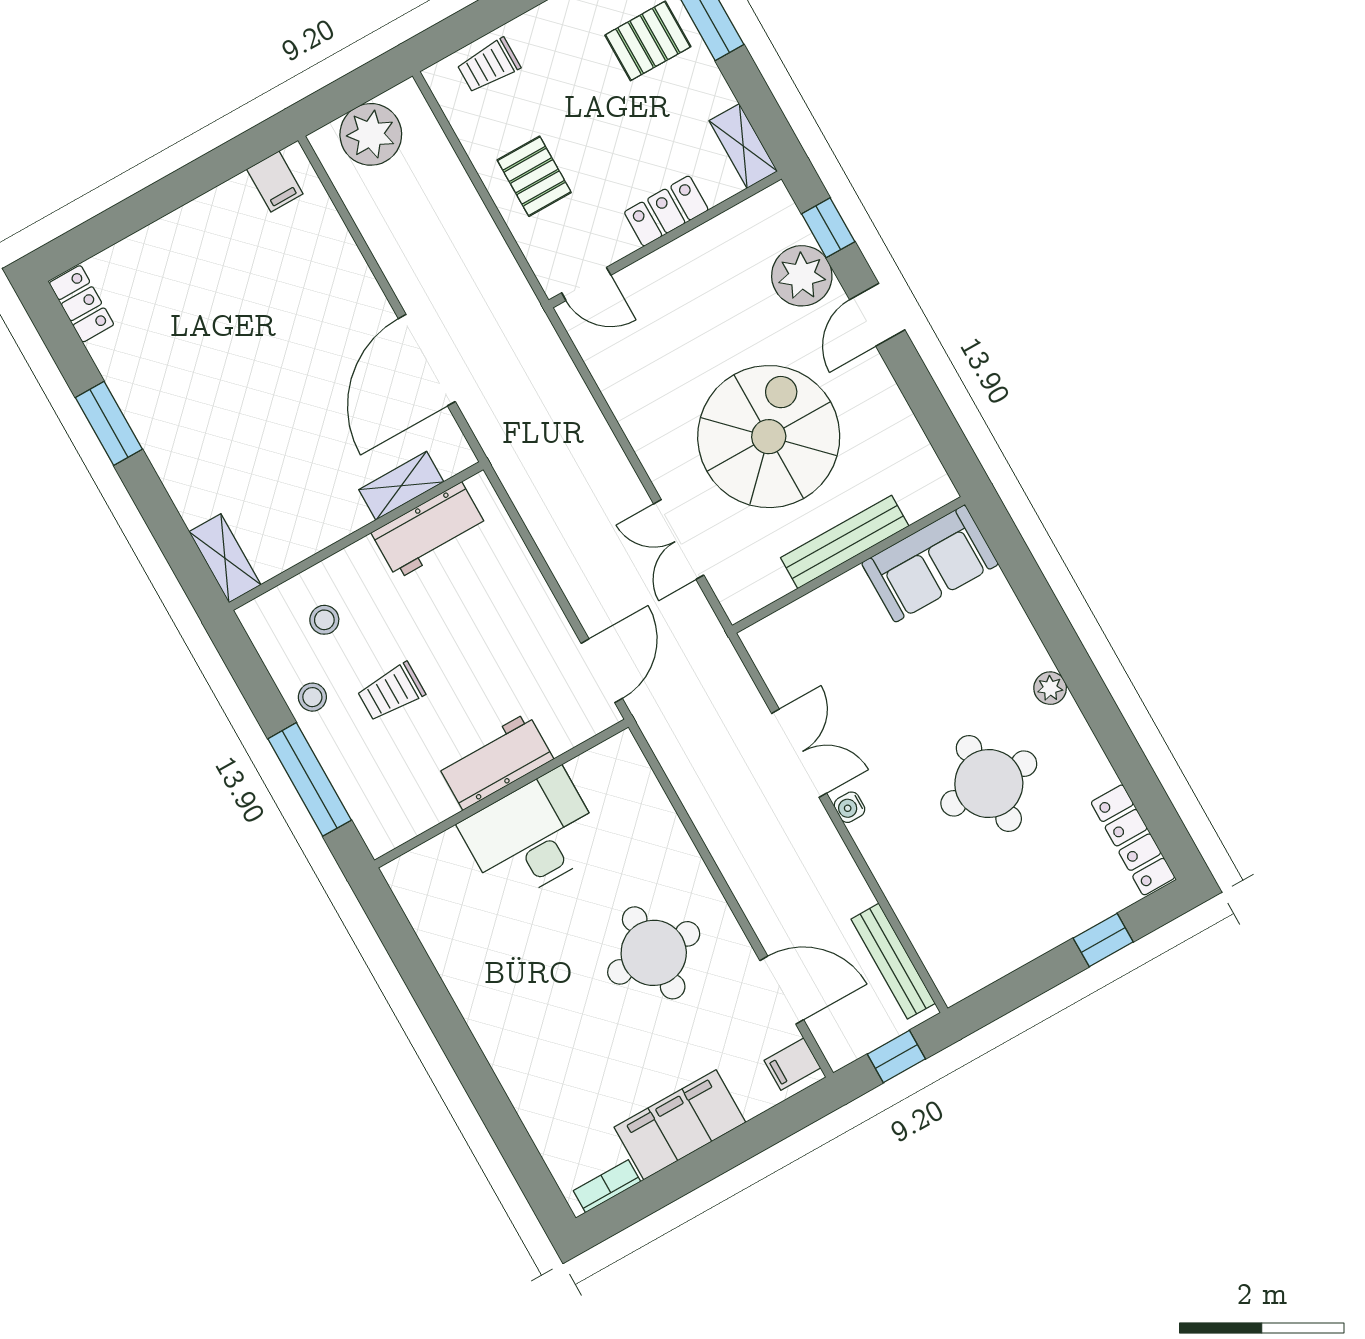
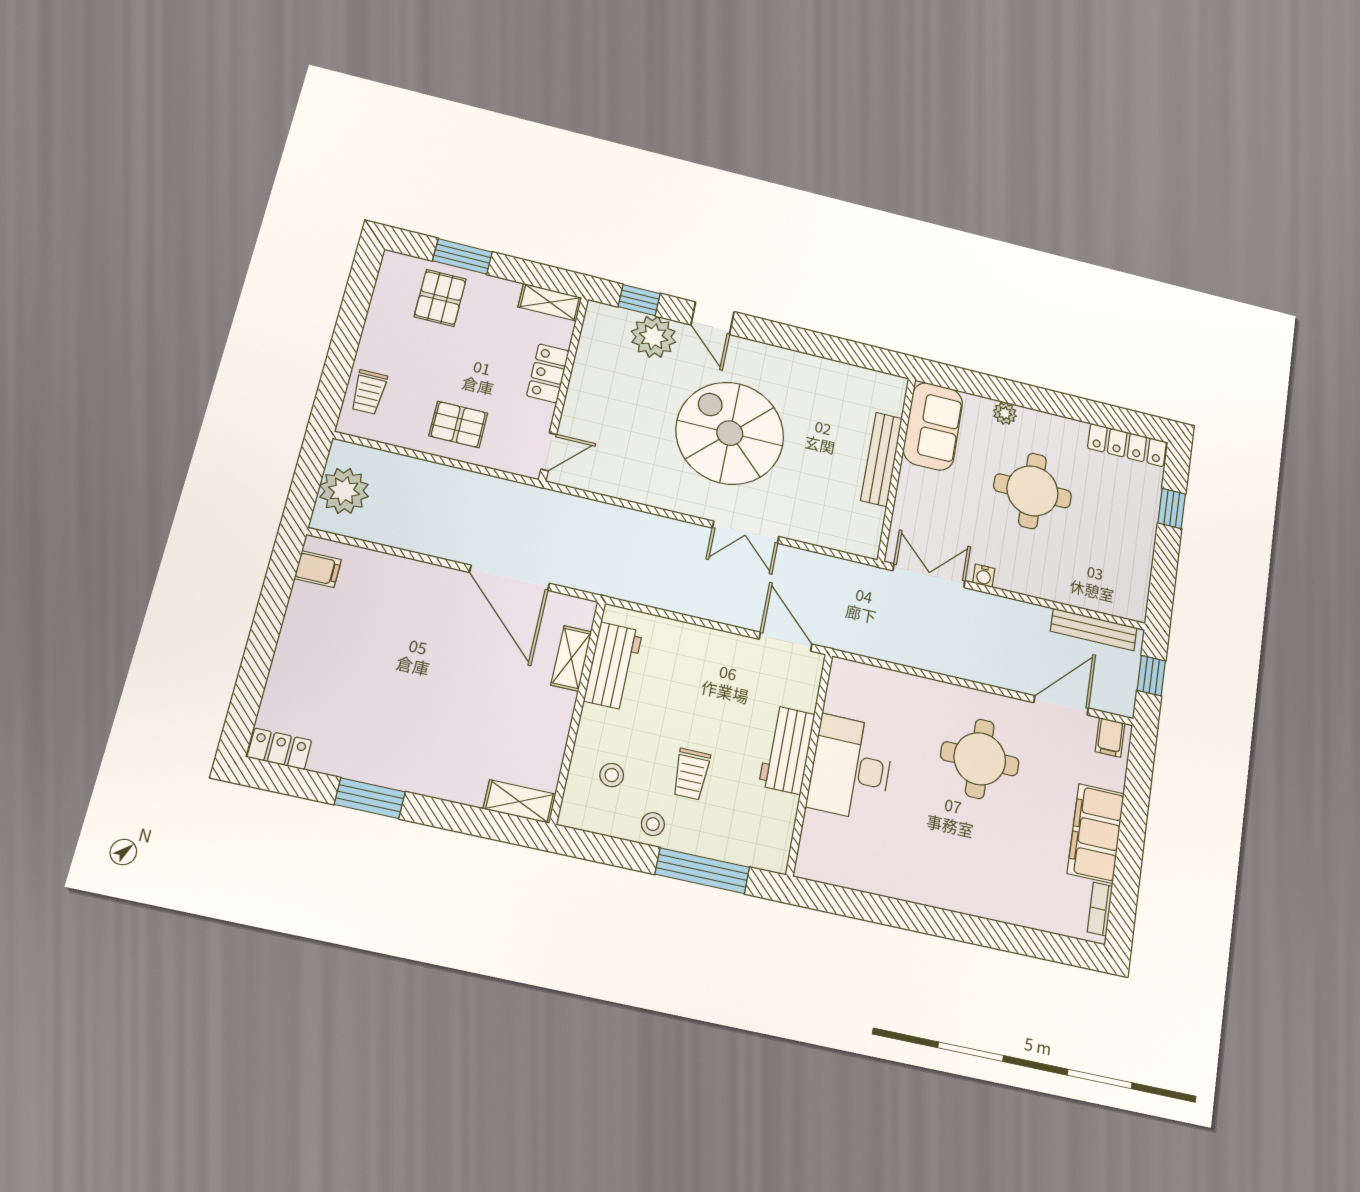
bench: (845, 542) -> (881, 459), moved
sofa: (930, 564) -> (933, 426), moved
wall: (849, 565) -> (897, 469), moved

